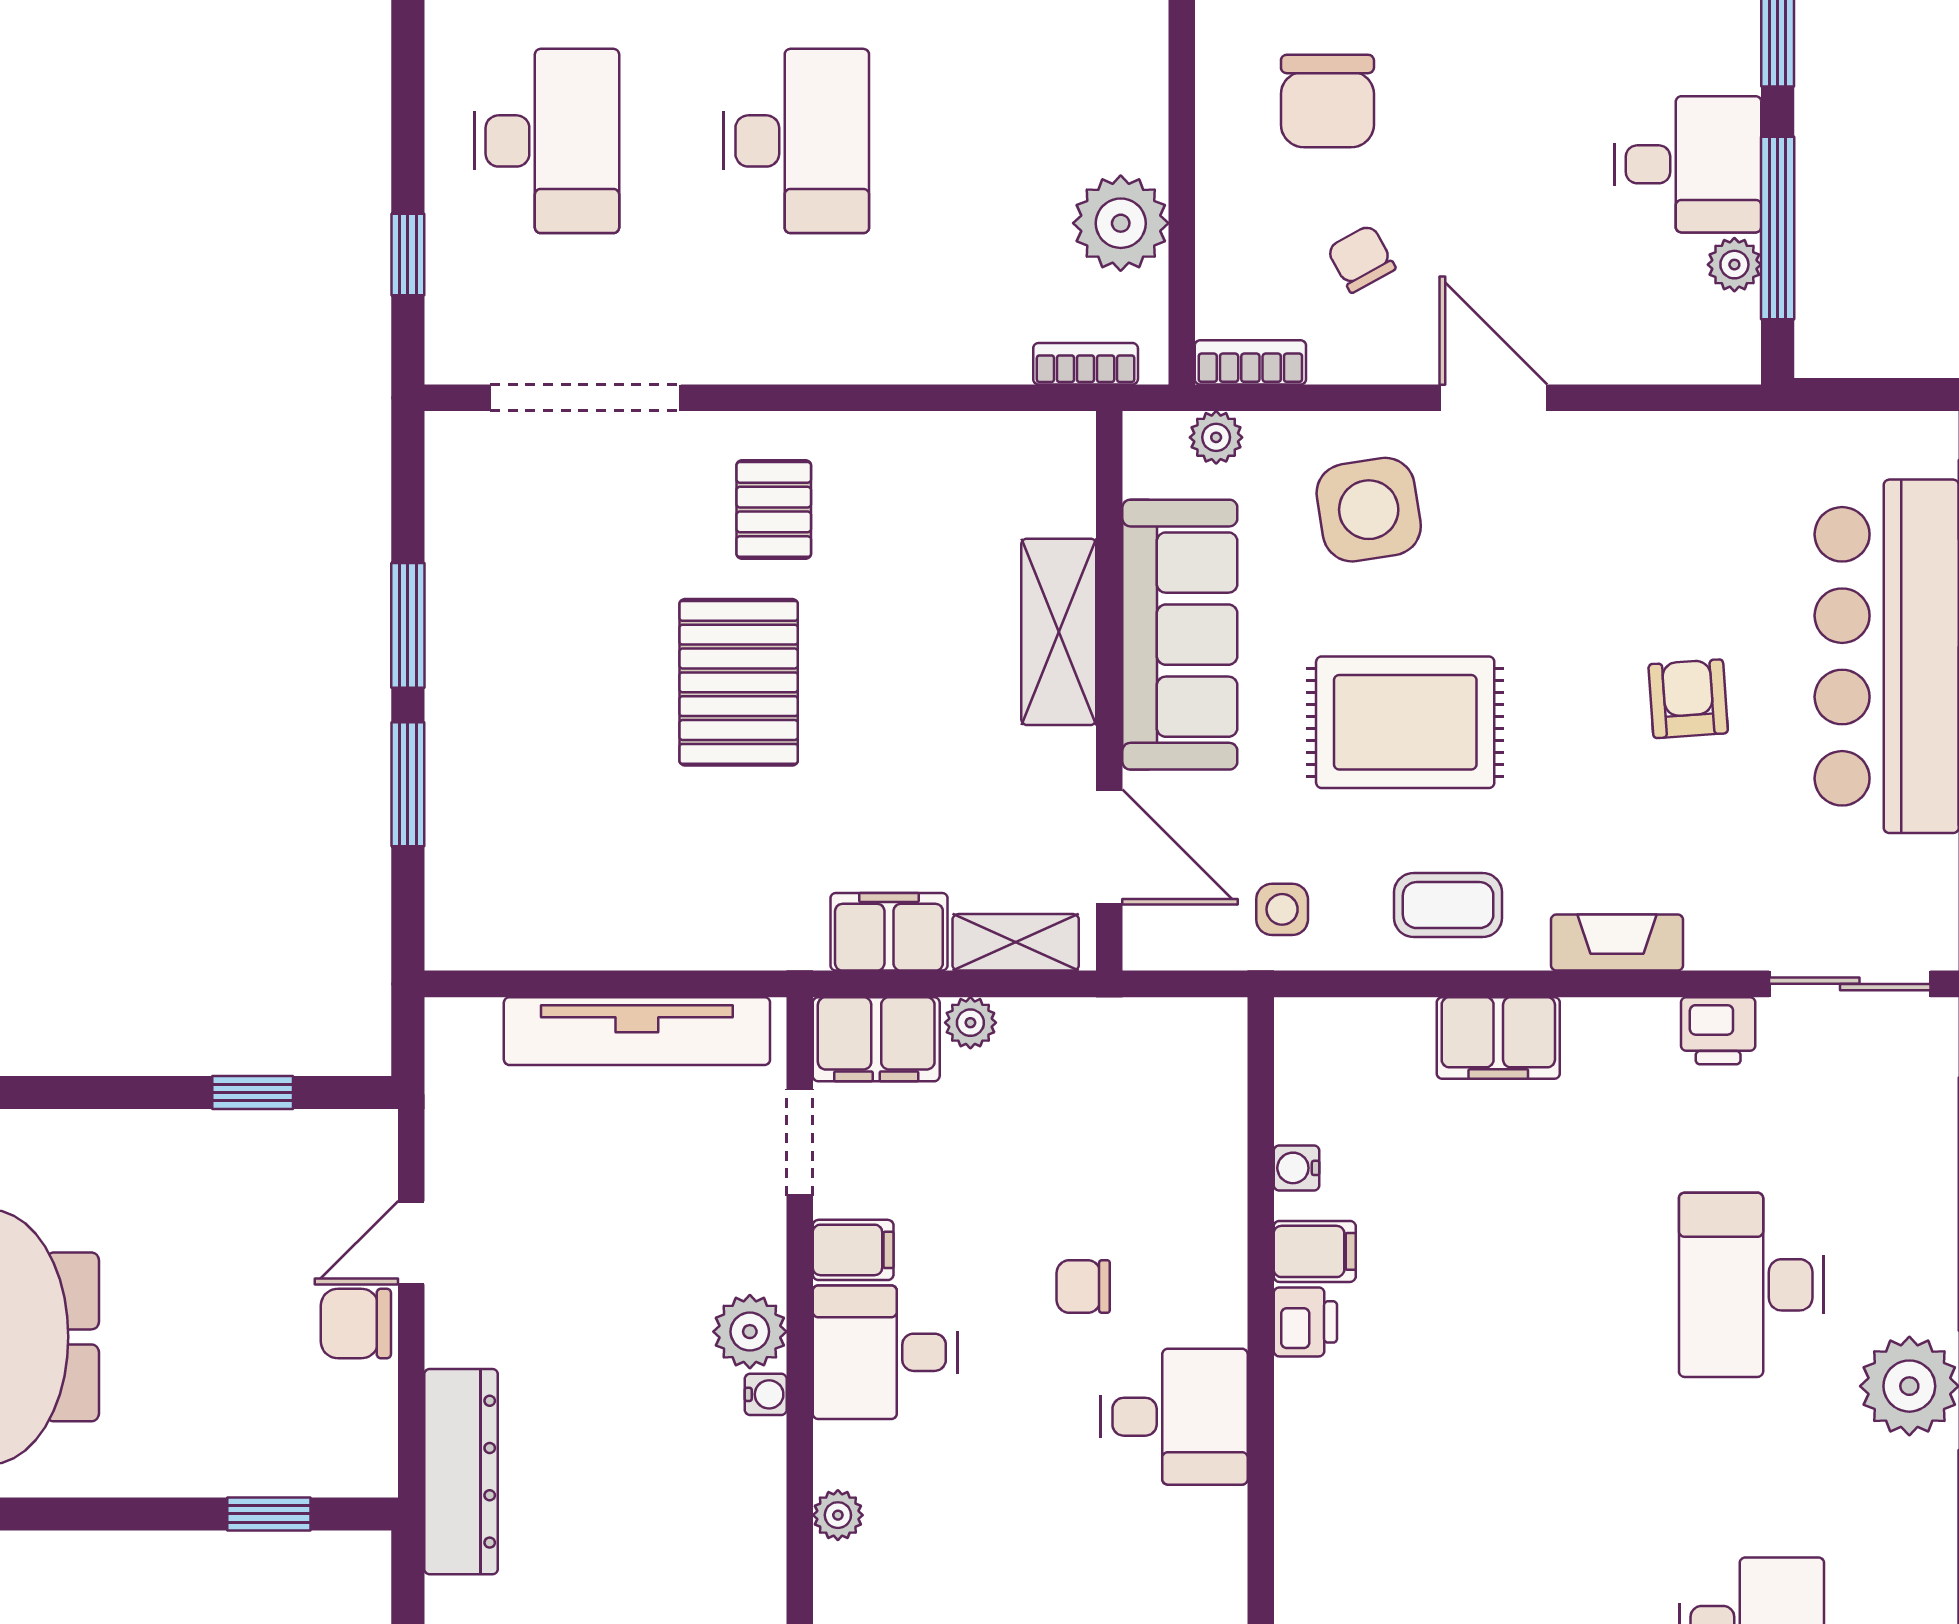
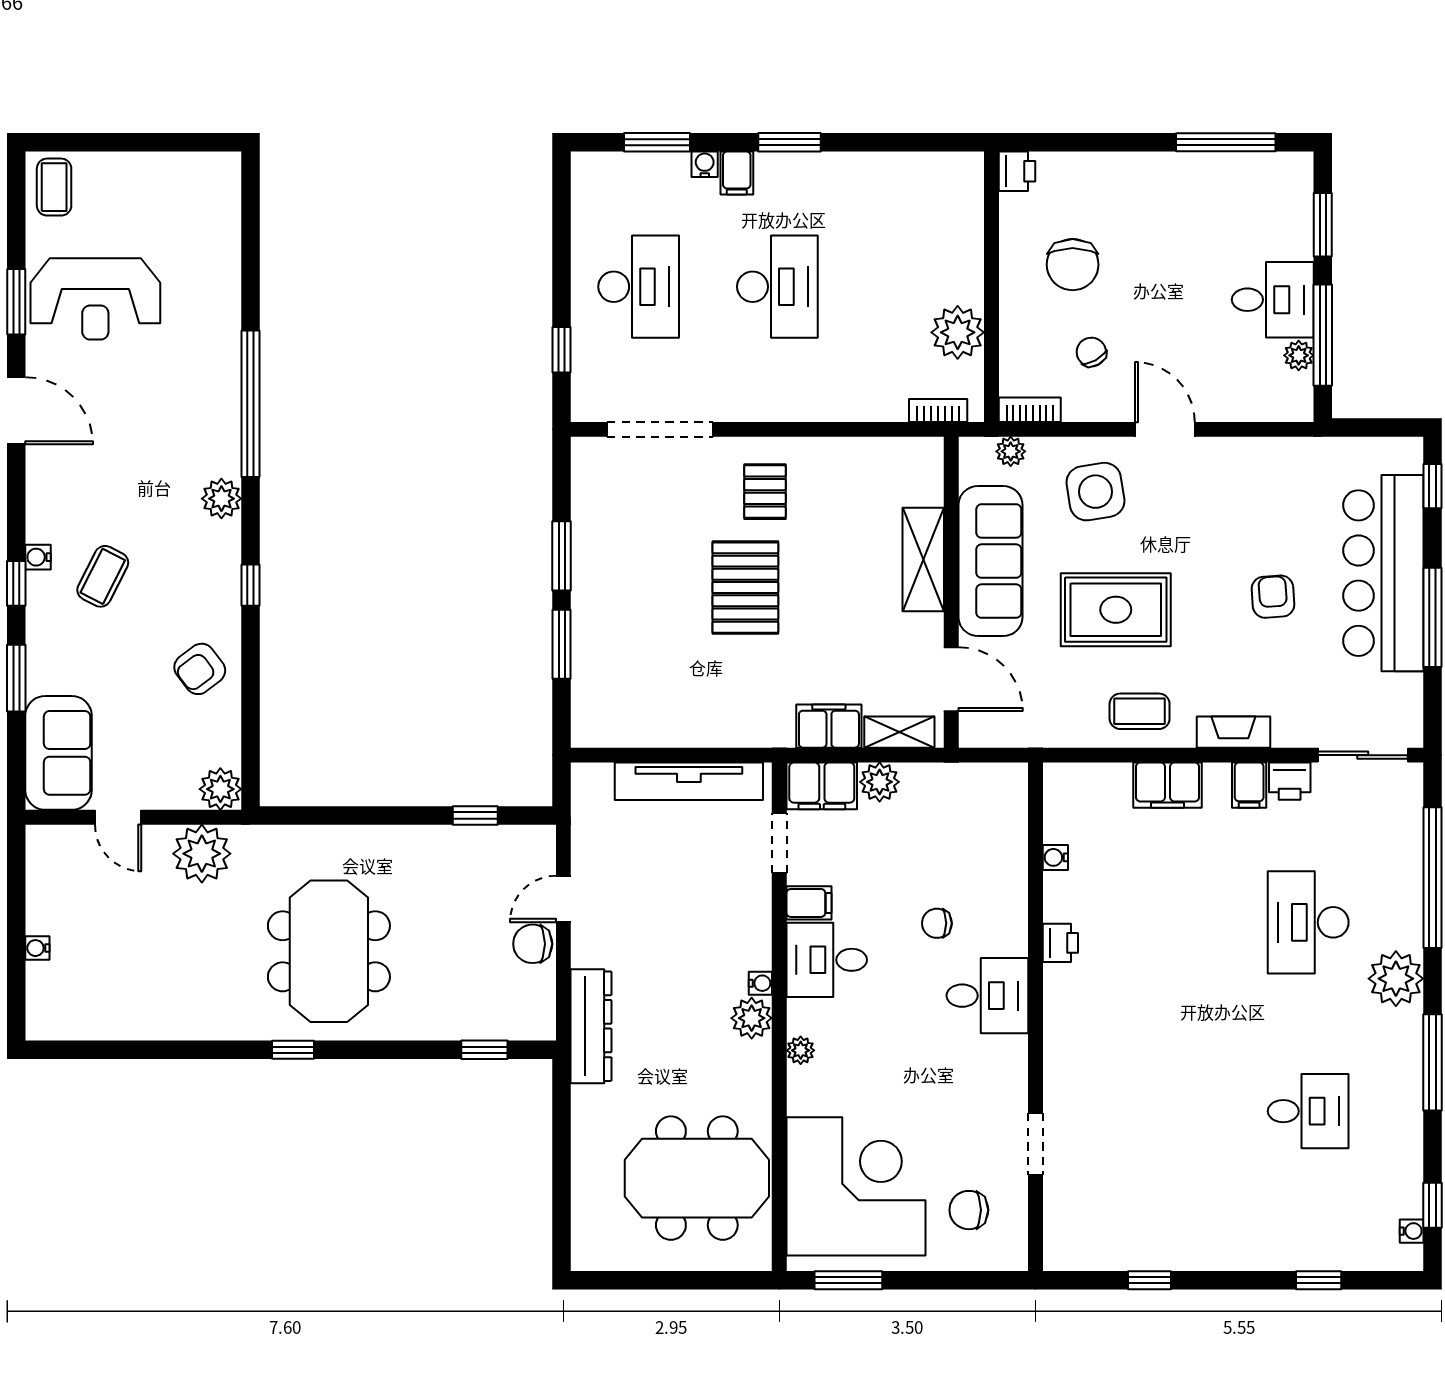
side table: (1282, 909) -> (1047, 714), removed
plant: (970, 1023) -> (880, 782), width x1.38, depth x1.38
filing cabinet: (1315, 1251) -> (1249, 785), moved, turned 90
plant: (750, 1332) -> (752, 1018), moved

